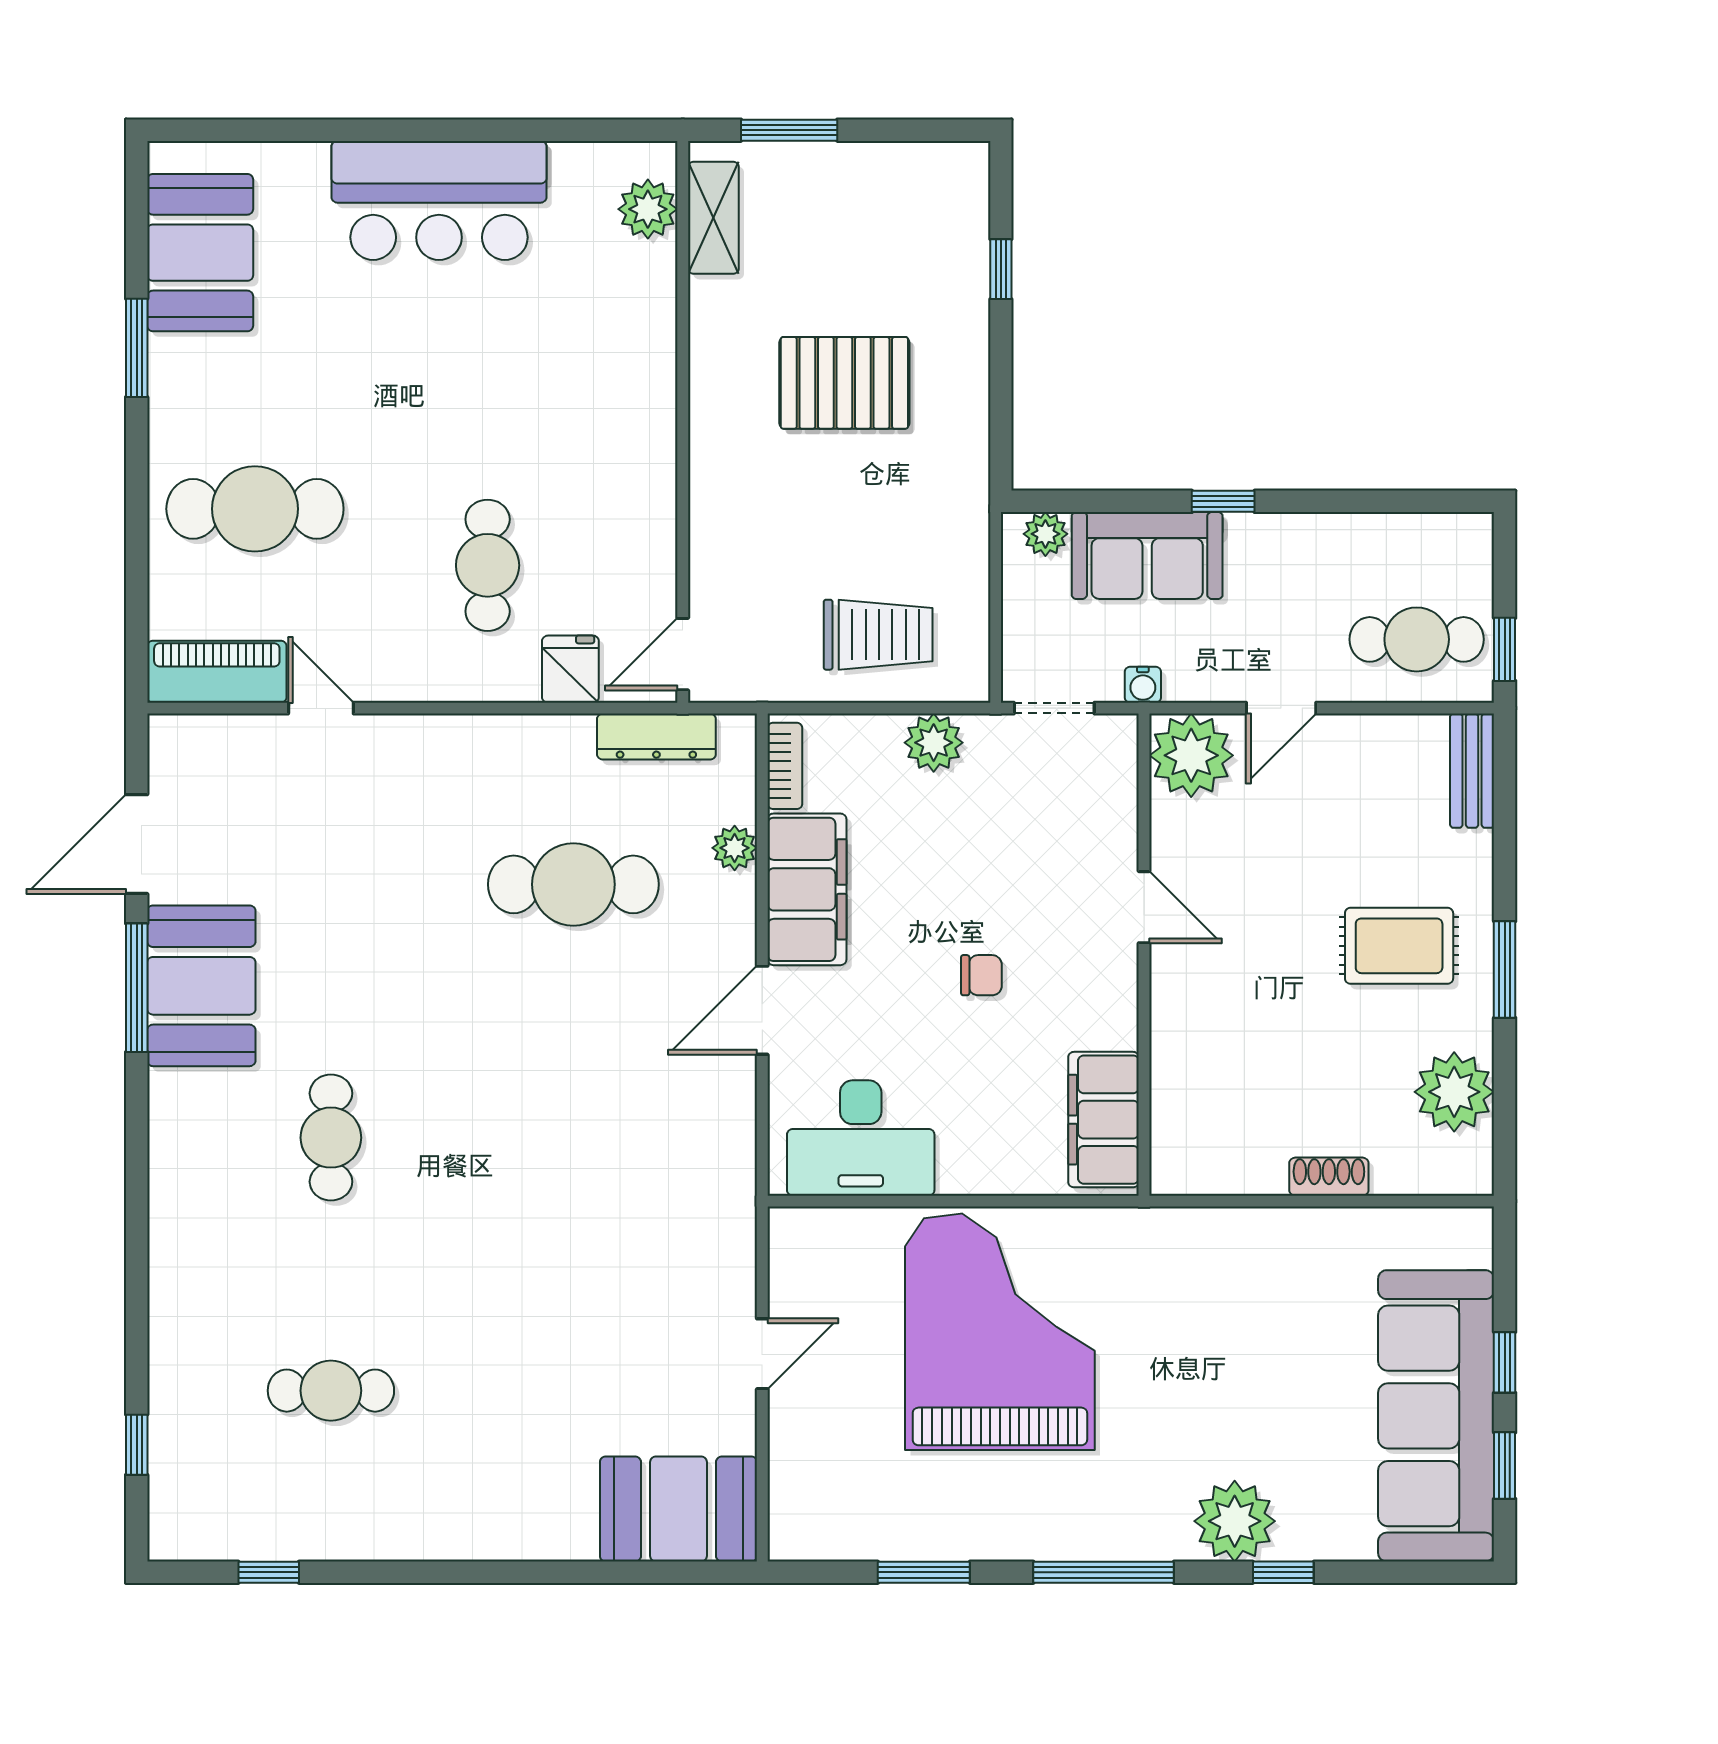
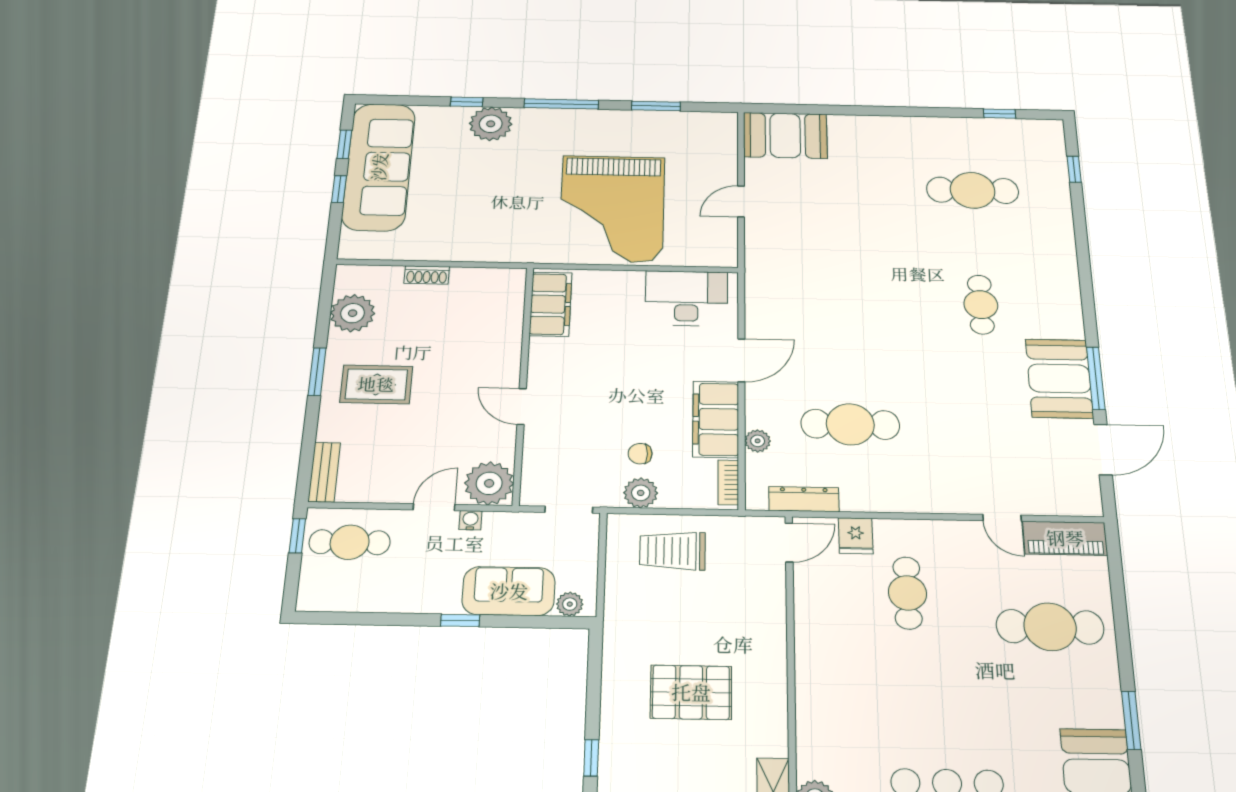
water cooler: (1143, 685) -> (470, 520), moved
chair: (981, 975) -> (640, 454), moved
cafe table: (331, 1391) -> (973, 190), width x1.37, depth x1.35

